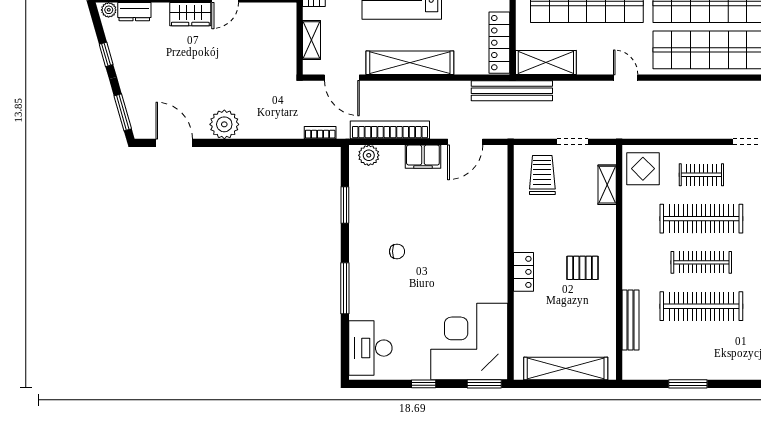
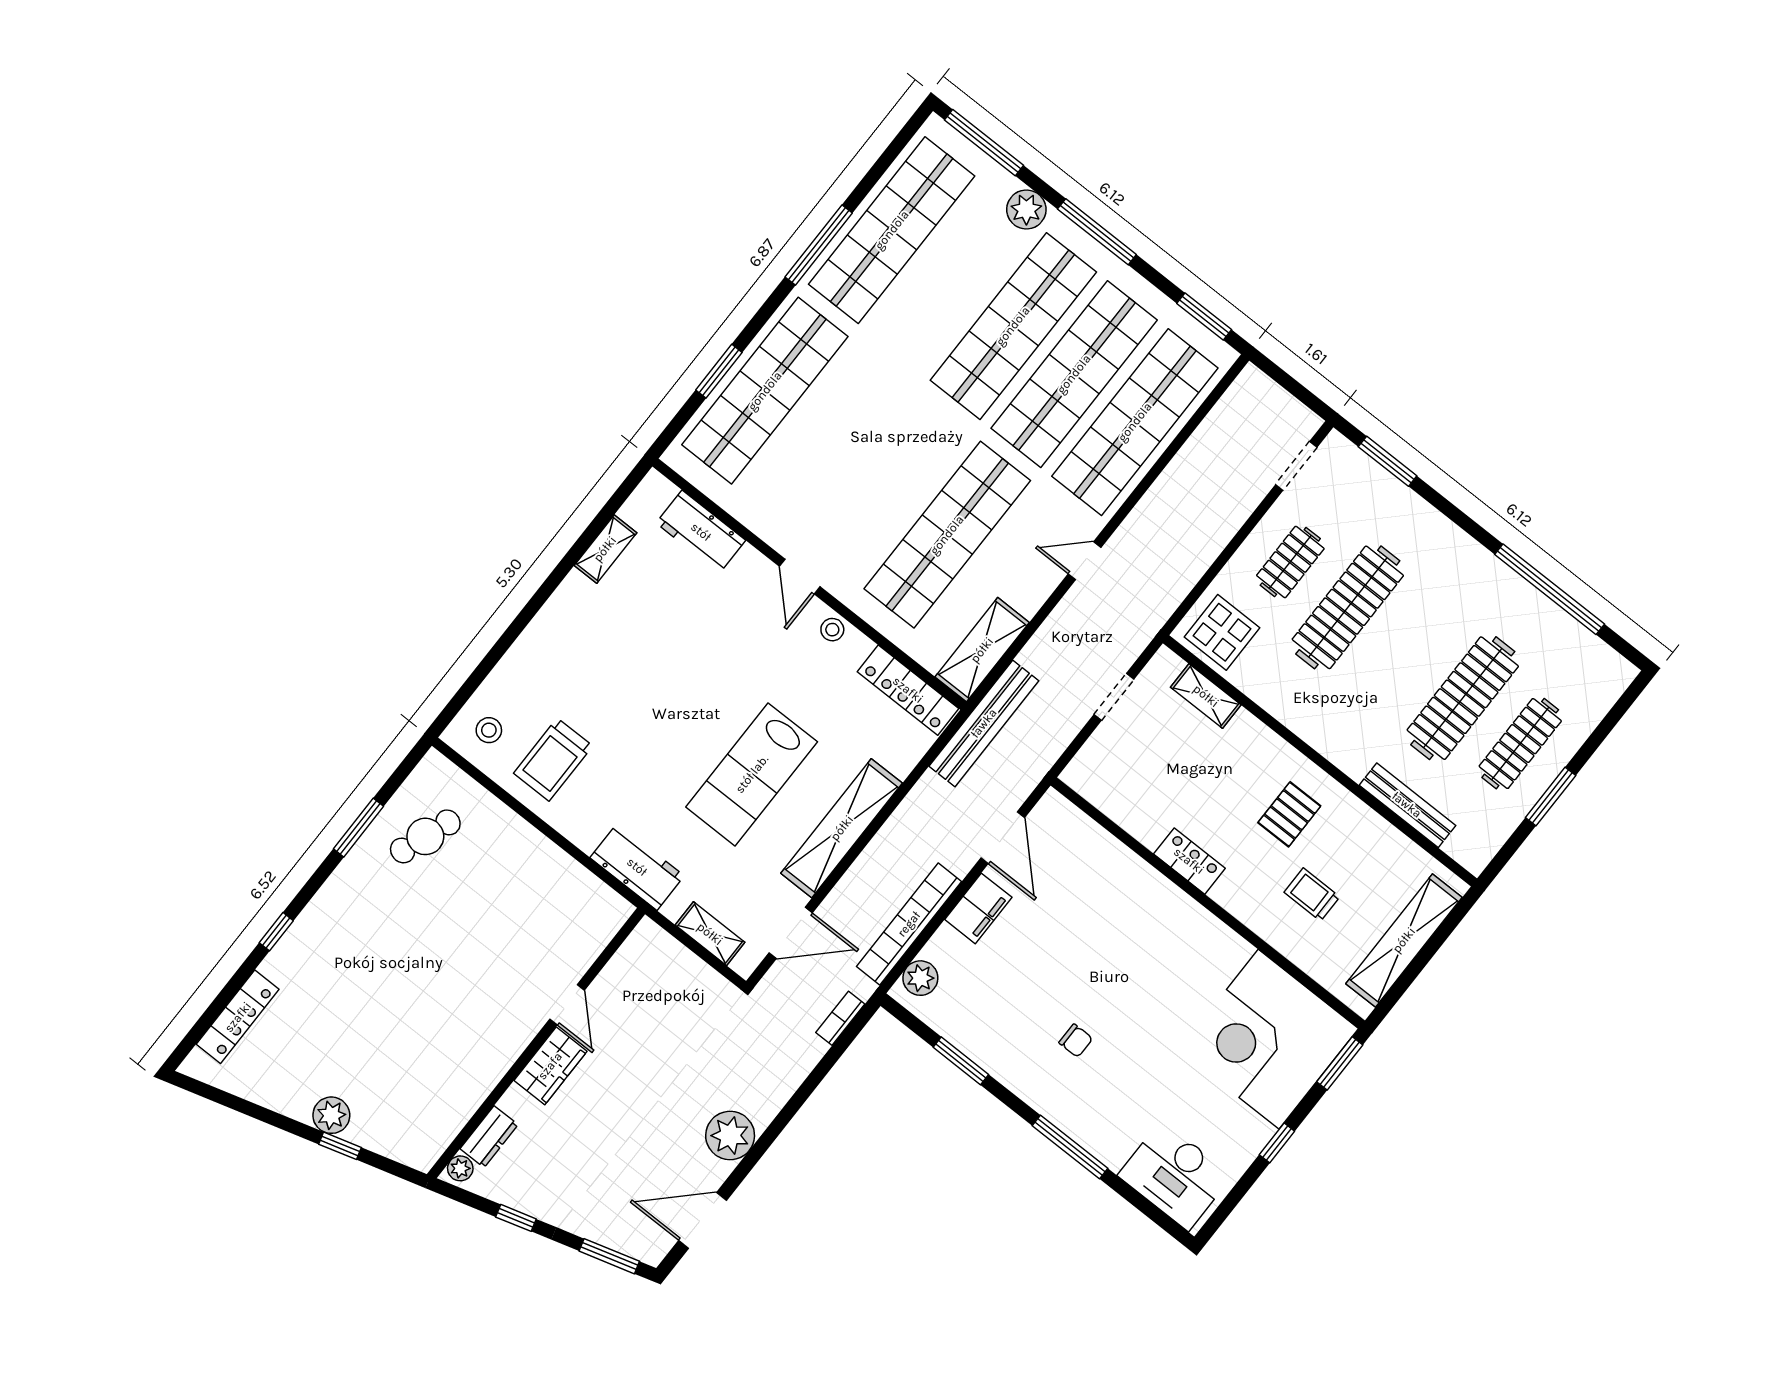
trolley: (542, 175) -> (1312, 895), moved, width x0.73, depth x0.72
chair: (397, 251) -> (1076, 1041), turned 90
clothes rail: (701, 262) -> (1520, 744), moved
locker: (523, 272) -> (1189, 861), moved

